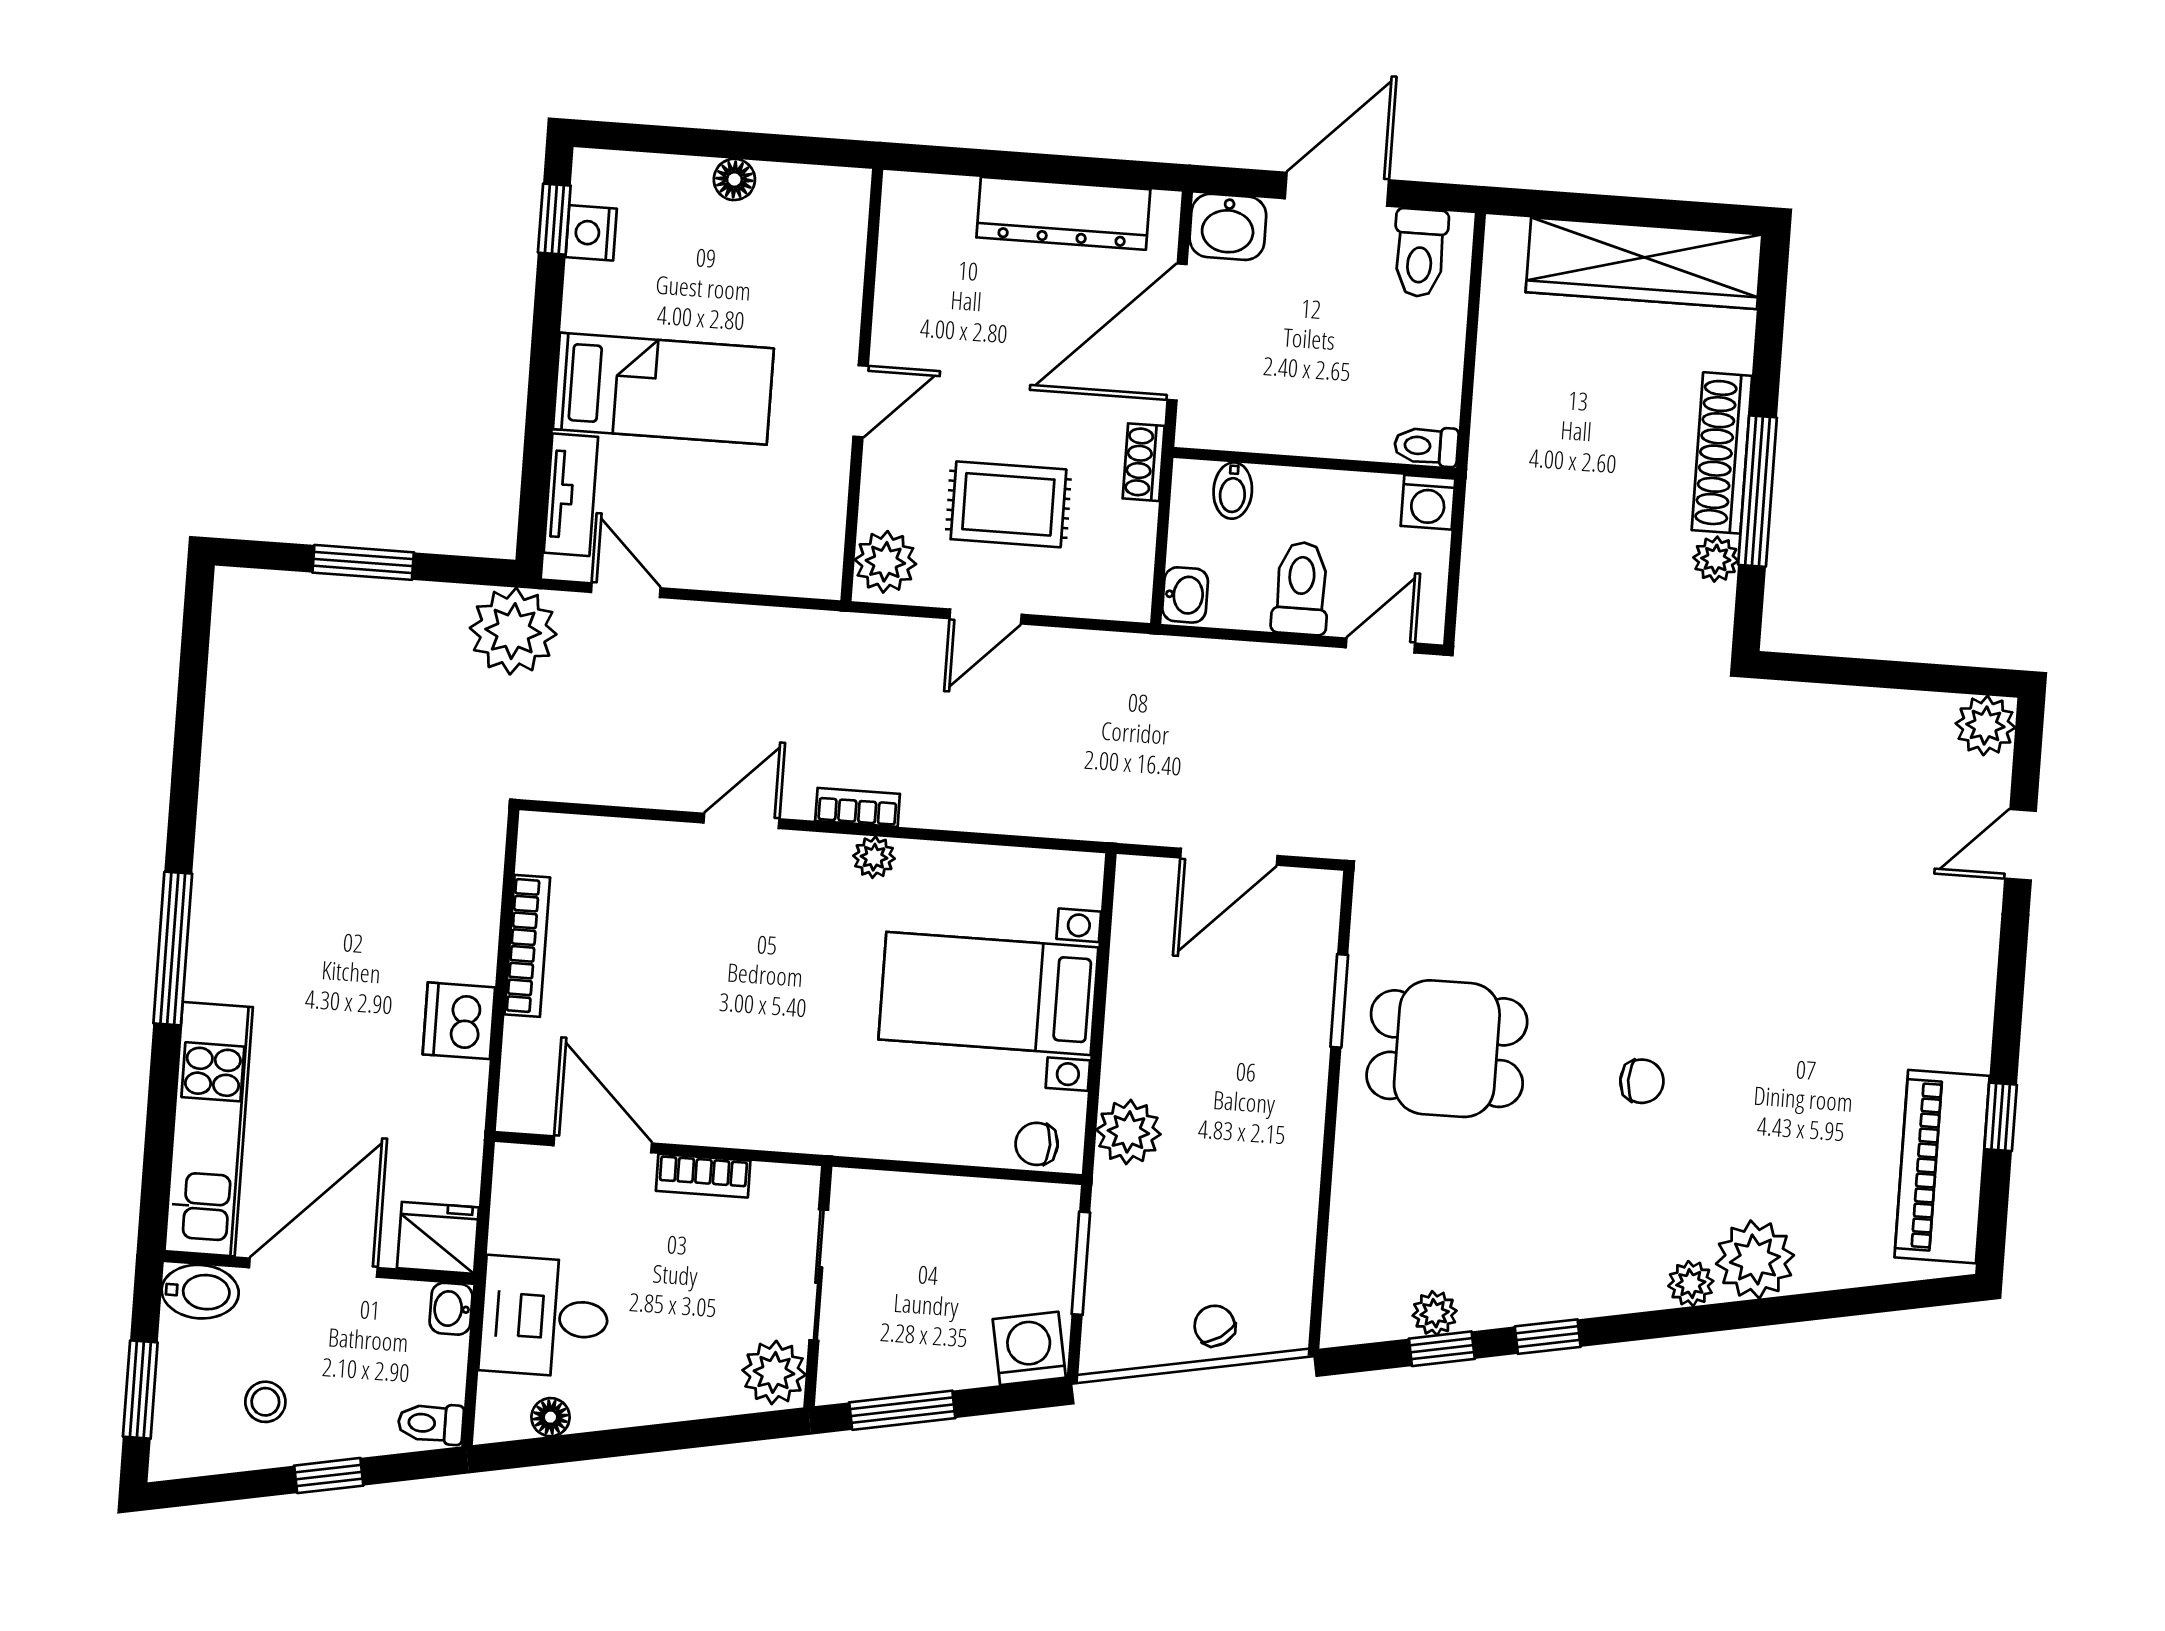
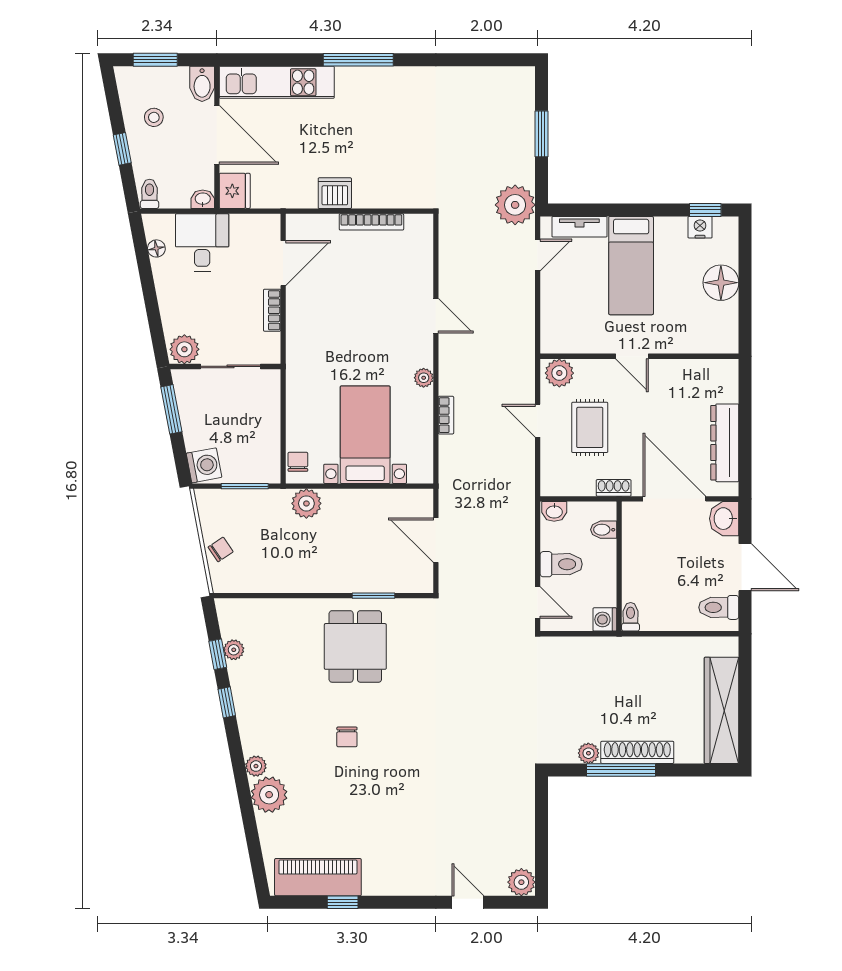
floor lamp: (734, 179) -> (721, 283), width x1.89, depth x1.89
bookcase: (858, 807) -> (446, 415), moved

